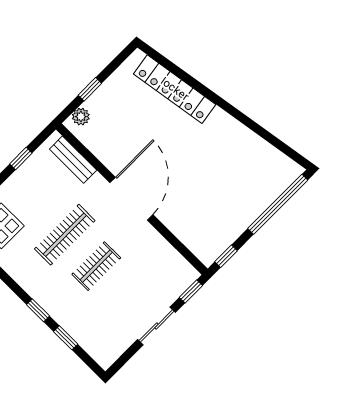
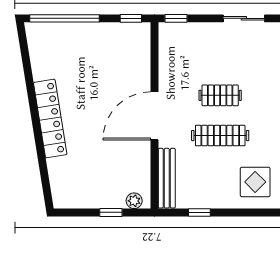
locker: (175, 89) -> (50, 118), moved
bench: (73, 160) -> (167, 178), width x1.36
sliding door: (157, 326) -> (244, 18), moved

